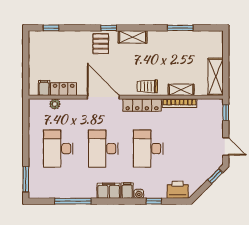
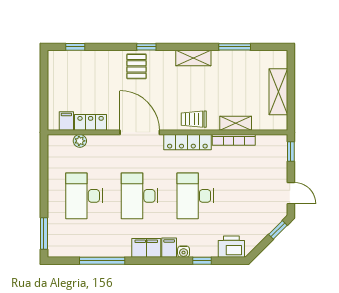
shelving: (133, 37) -> (193, 58), moved
shelving: (216, 77) -> (278, 92), moved

